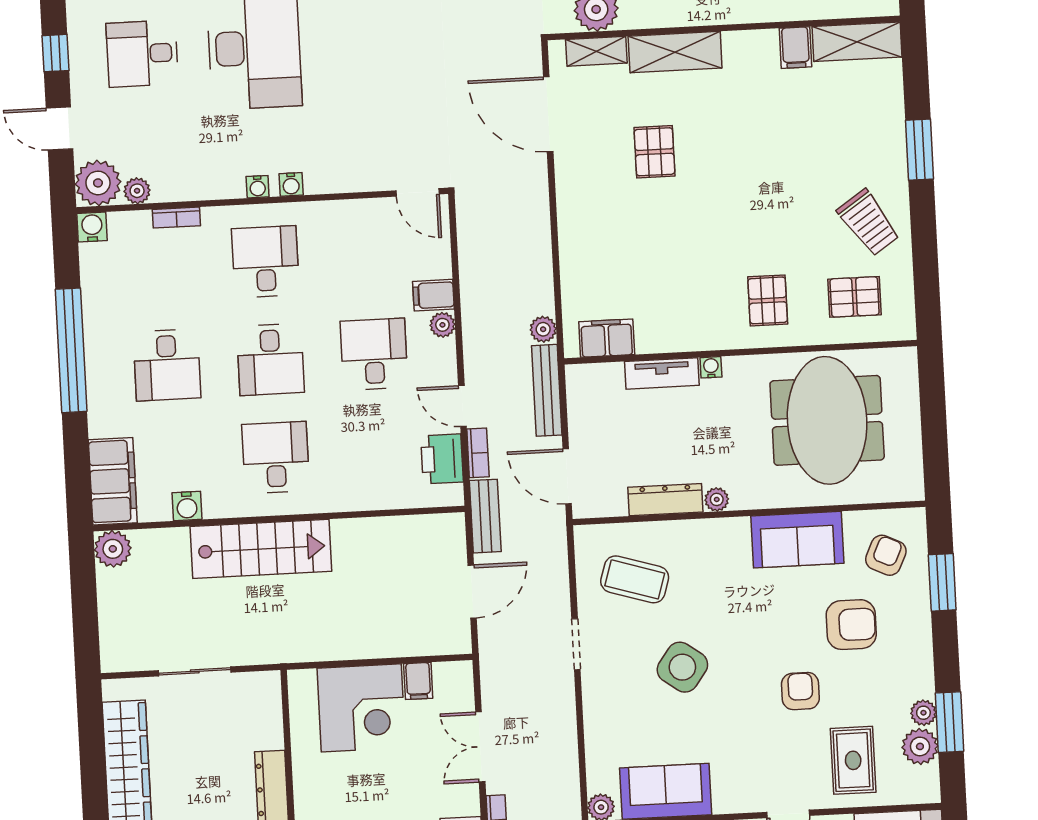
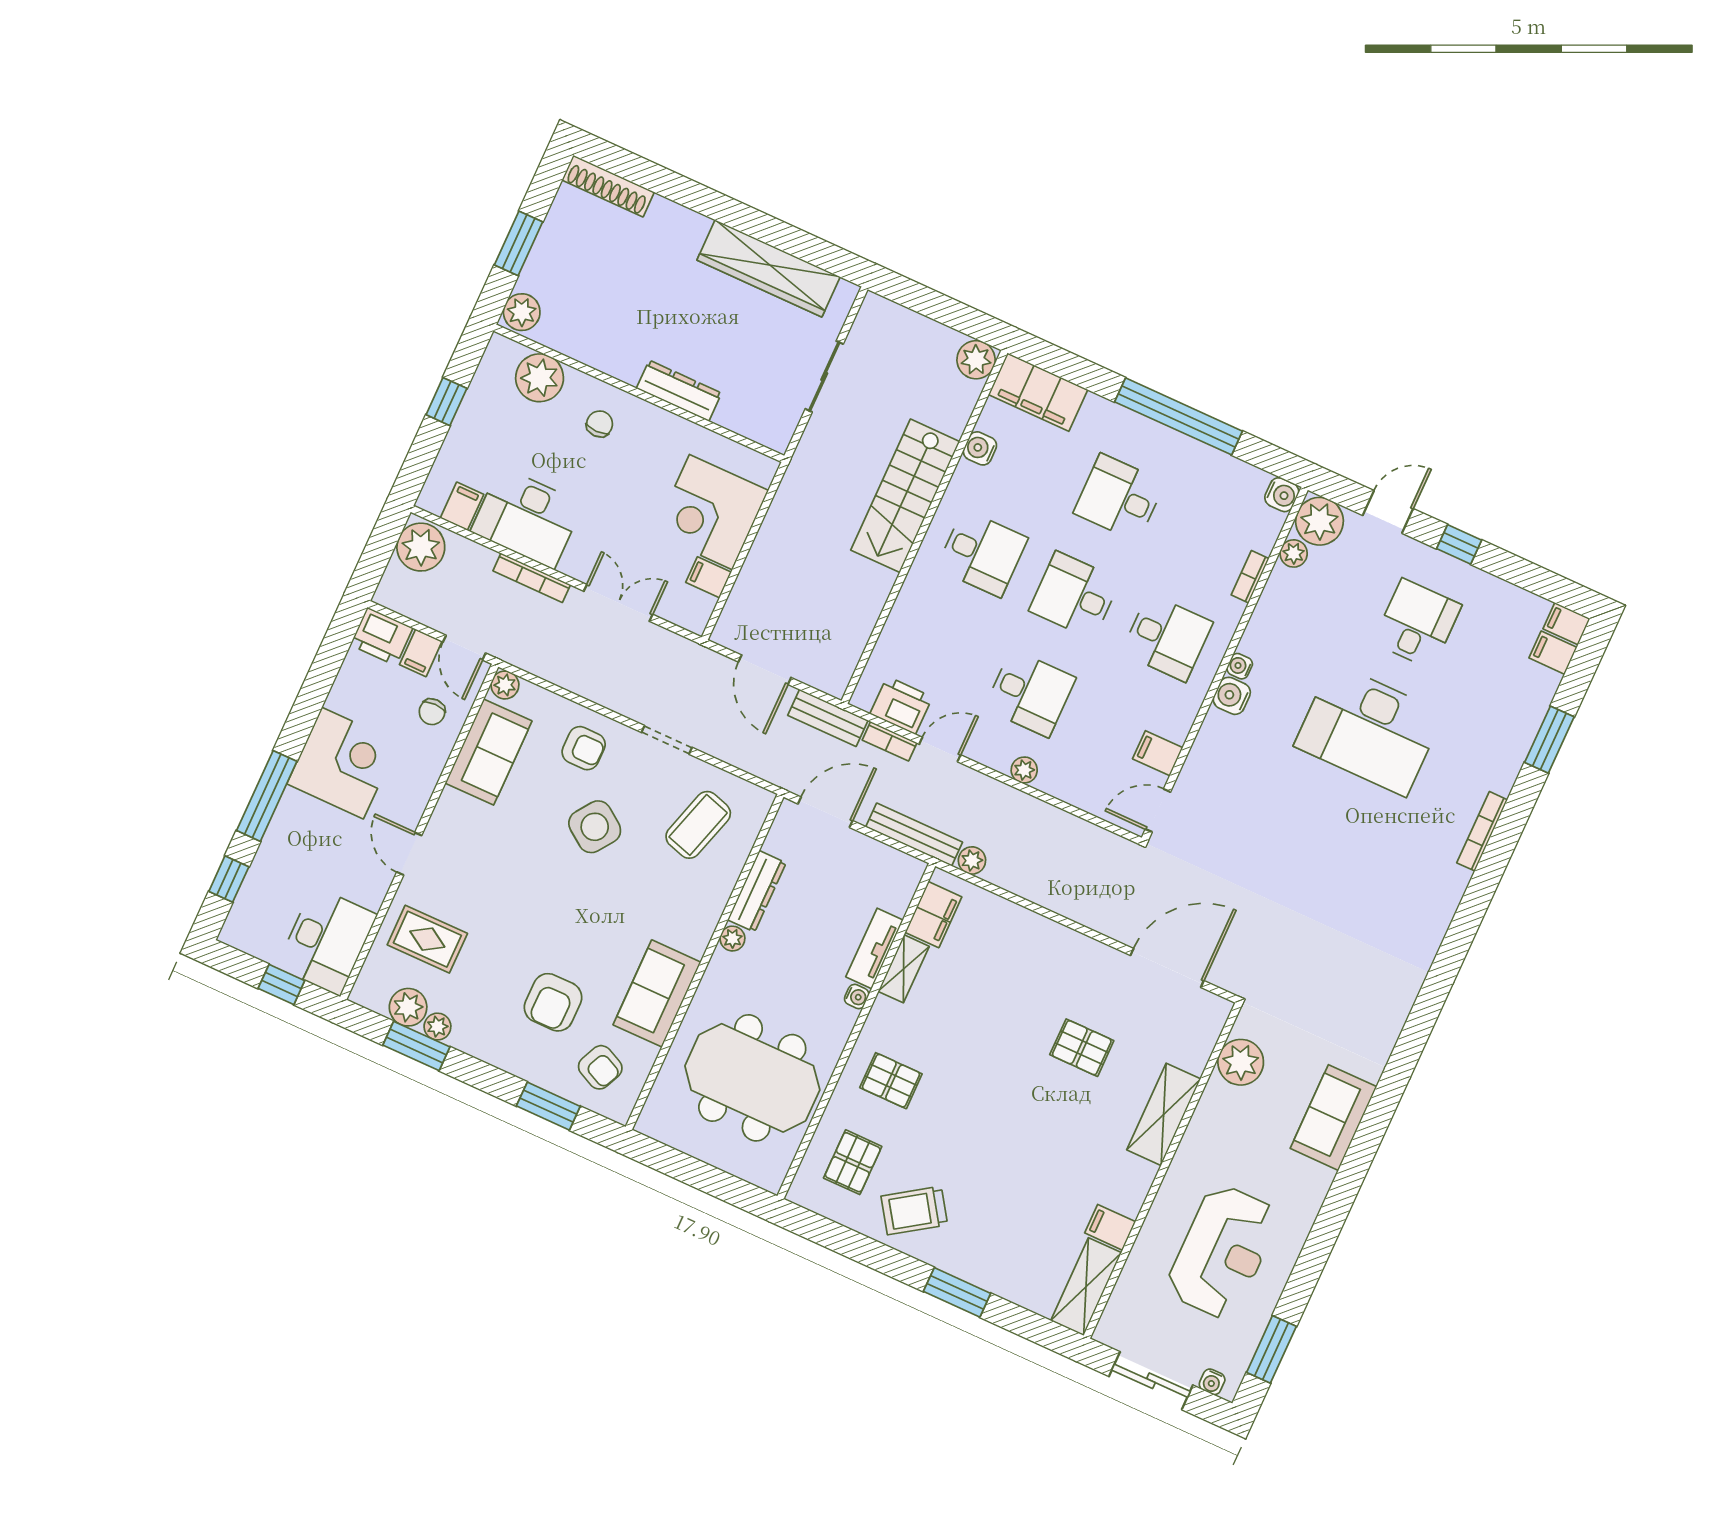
shelving: (596, 51) -> (904, 969), moved
water cooler: (291, 184) -> (1232, 696), width x1.38, depth x1.38
filing cabinet: (433, 295) -> (1158, 753), moved, turned -90
armchair: (800, 691) -> (584, 748), moved

